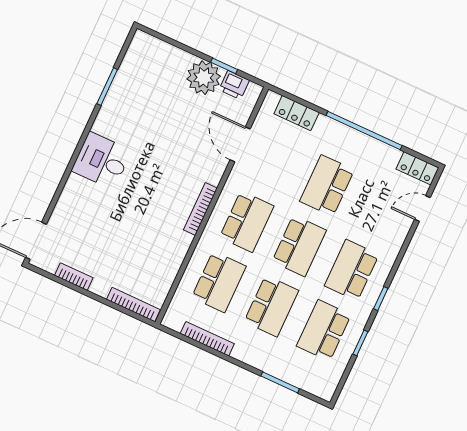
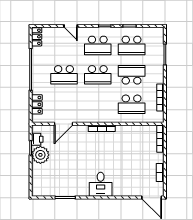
door: (422, 208) -> (71, 26), moved
school desk: (247, 222) -> (98, 104), removed
school desk: (299, 246) -> (98, 75), turned 180
school desk: (219, 282) -> (132, 104), turned 180

